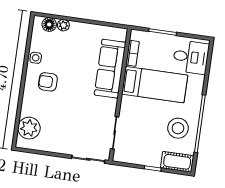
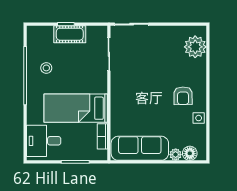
sofa: (110, 69) -> (140, 148), moved, turned -90
armchair: (48, 82) -> (183, 96), turned 89
stool: (178, 128) -> (46, 68), width x0.53, depth x0.53
cot: (177, 162) -> (70, 34), moved

